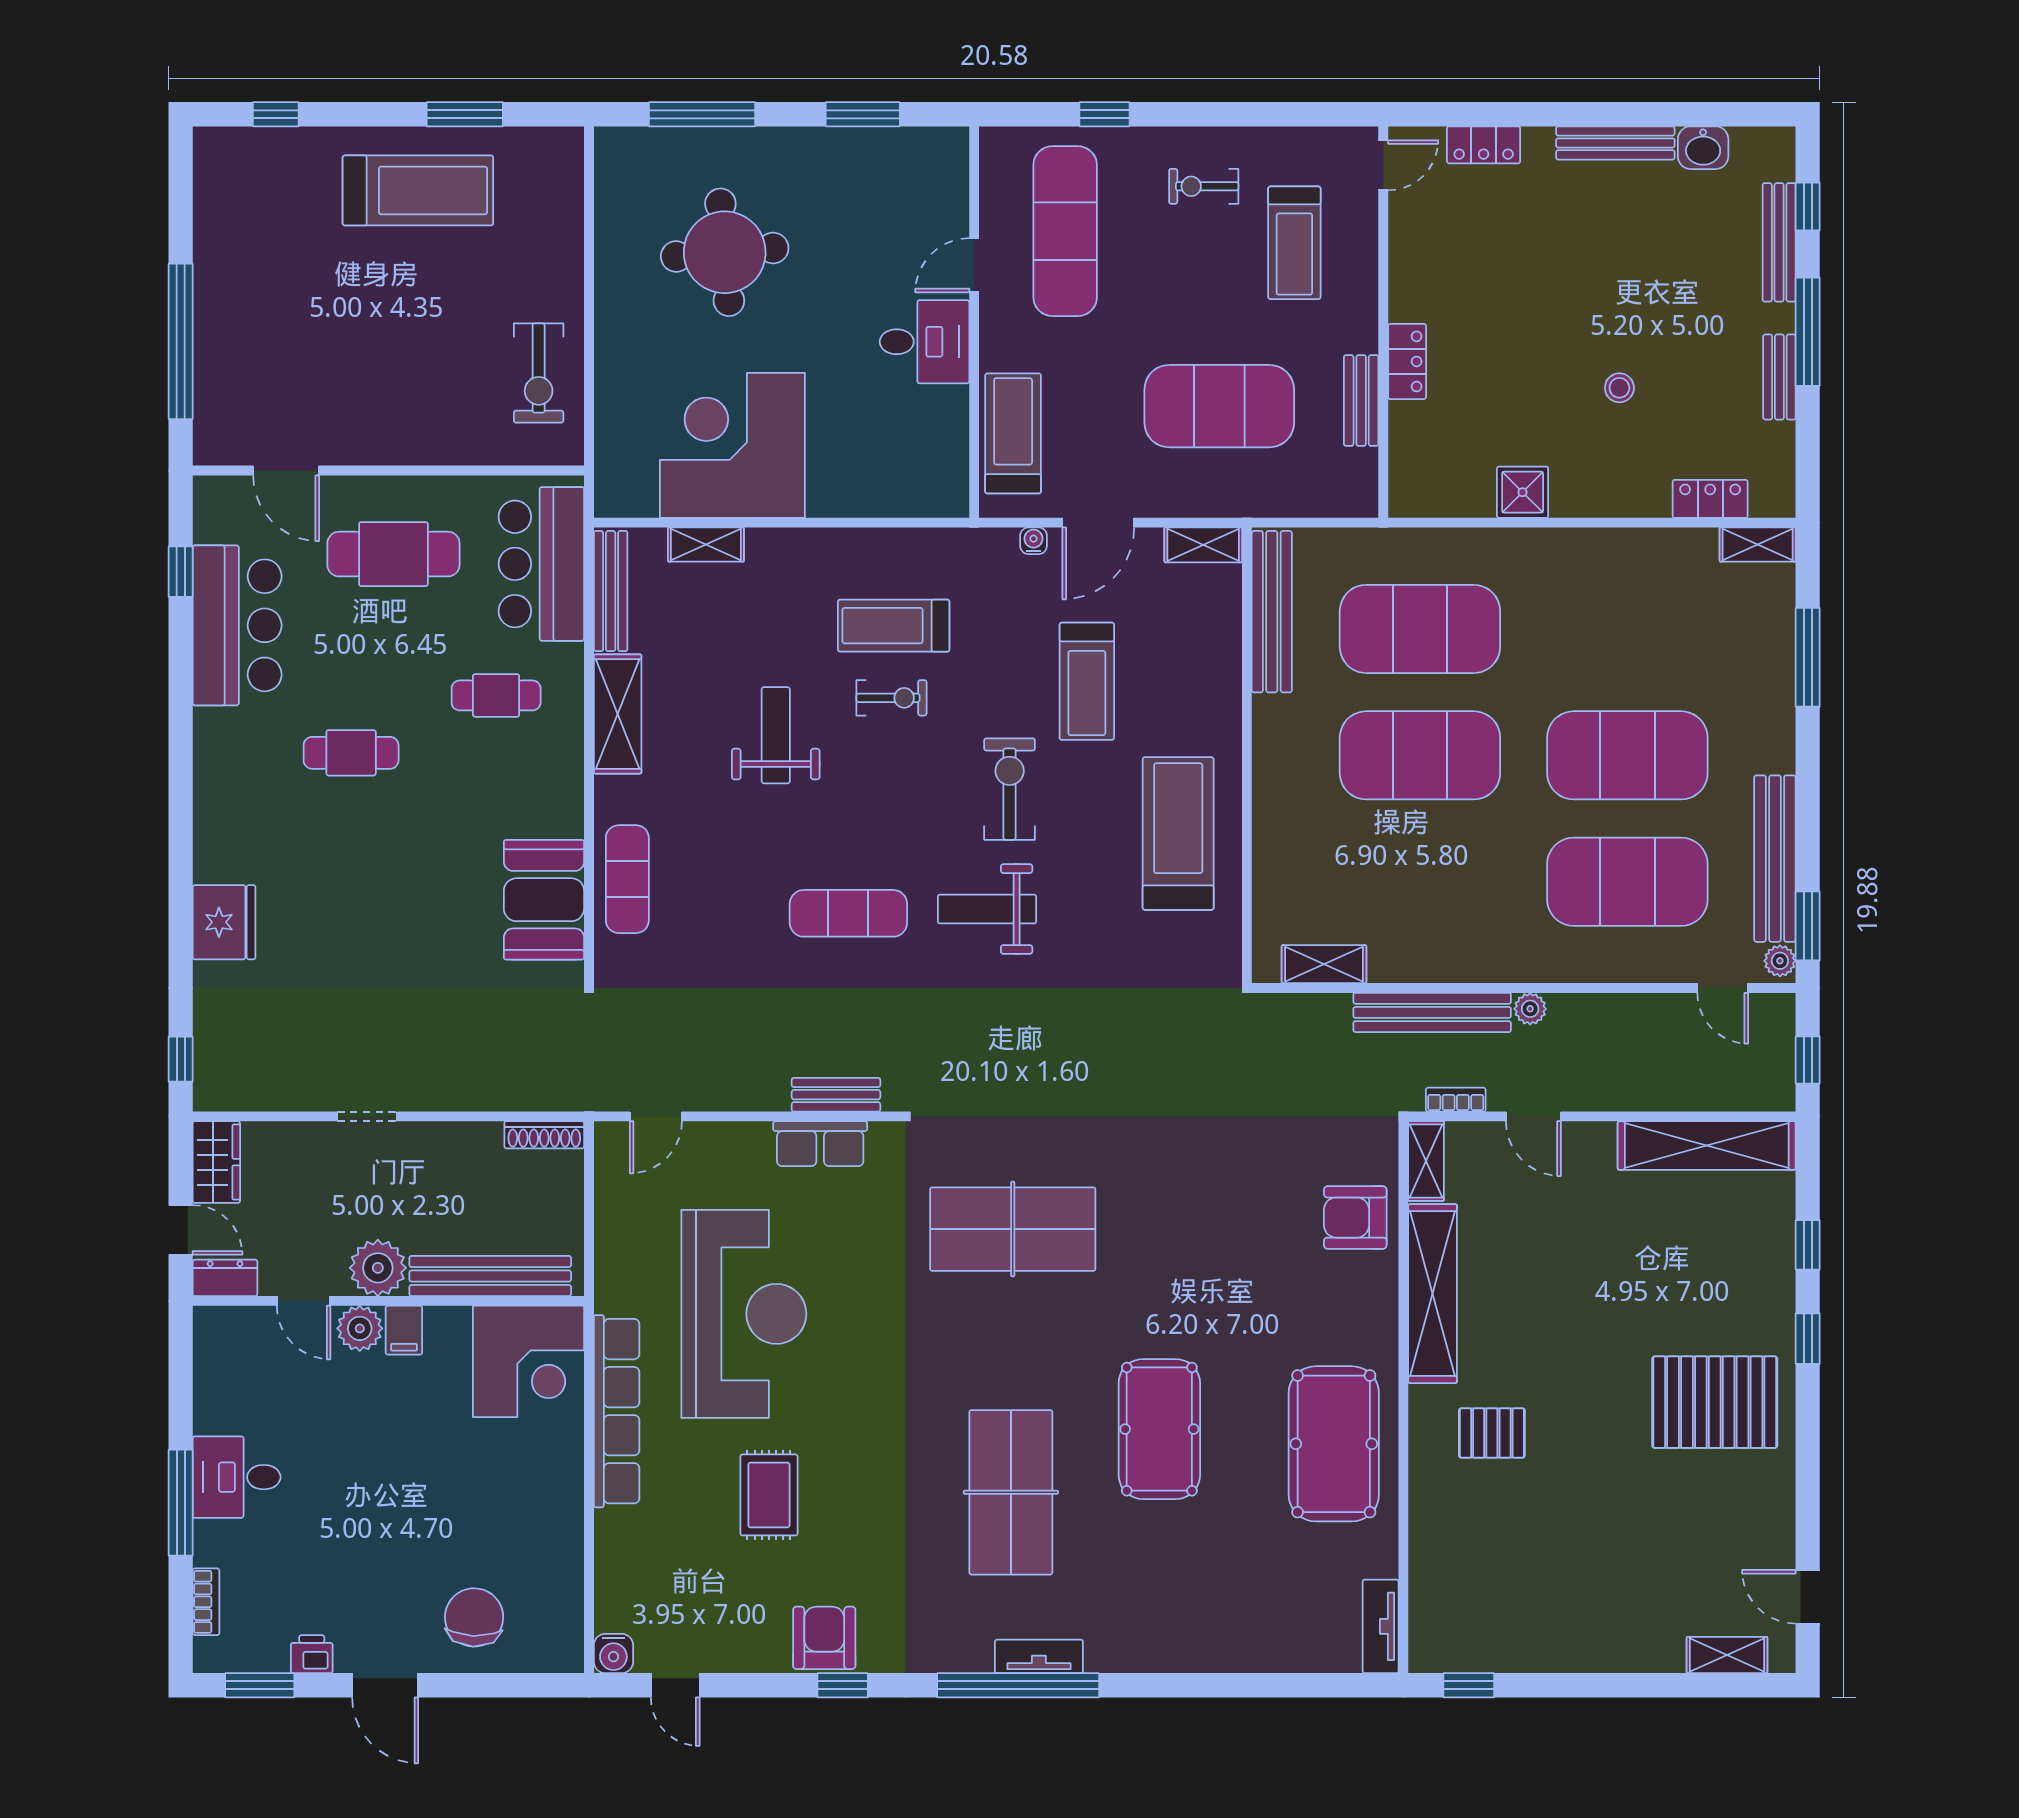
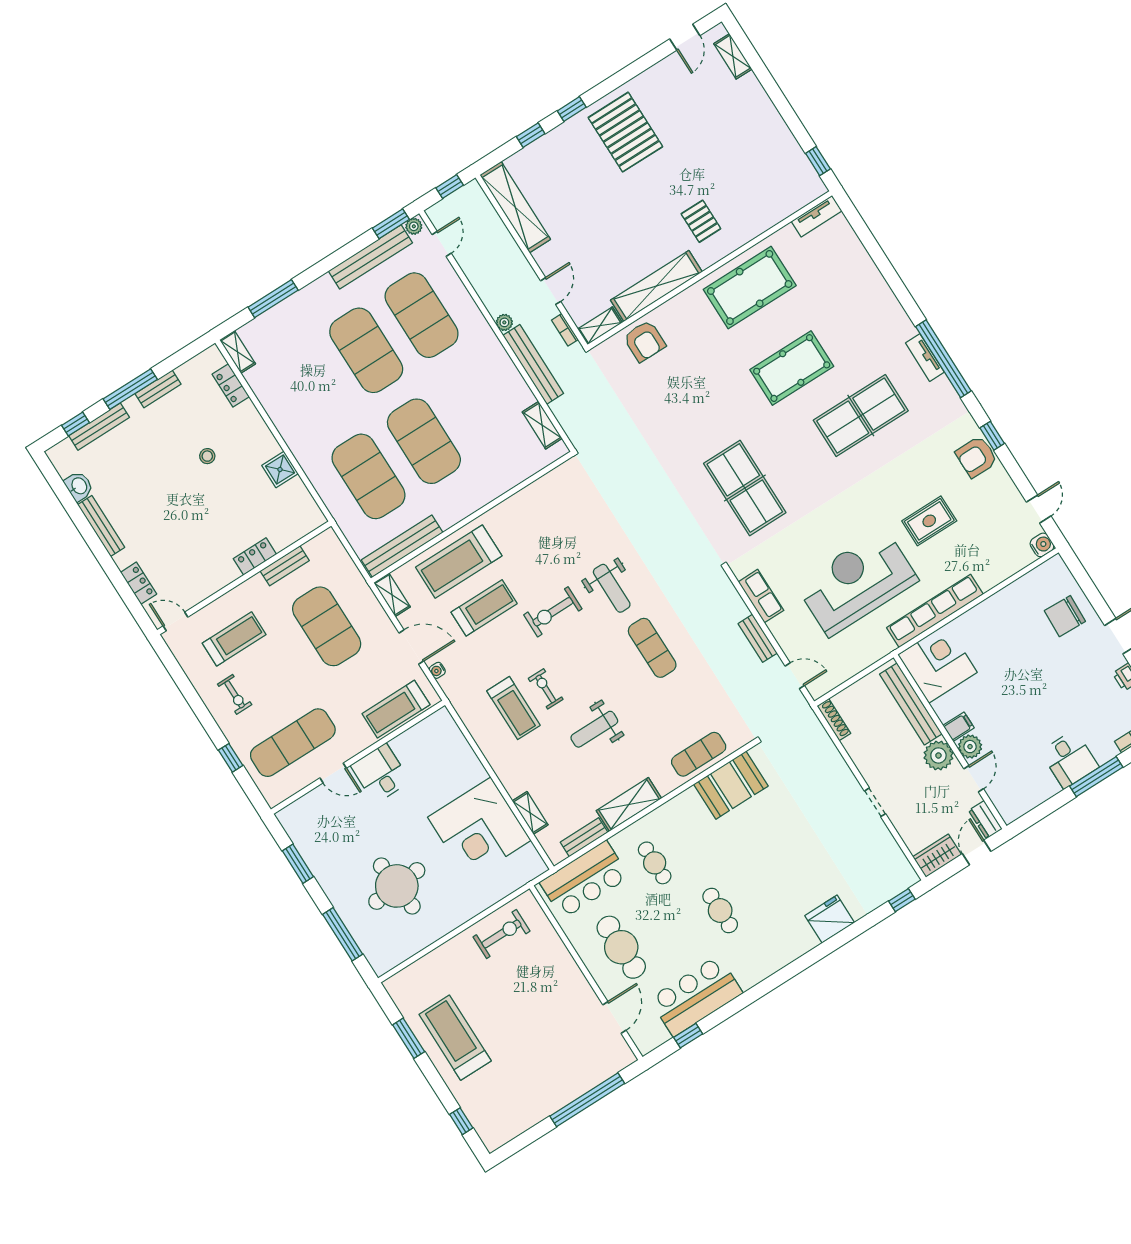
bench: (611, 591) -> (584, 837), width x0.73
treadmill: (1178, 833) -> (459, 562), moved
bench: (836, 1095) -> (758, 638), moved

